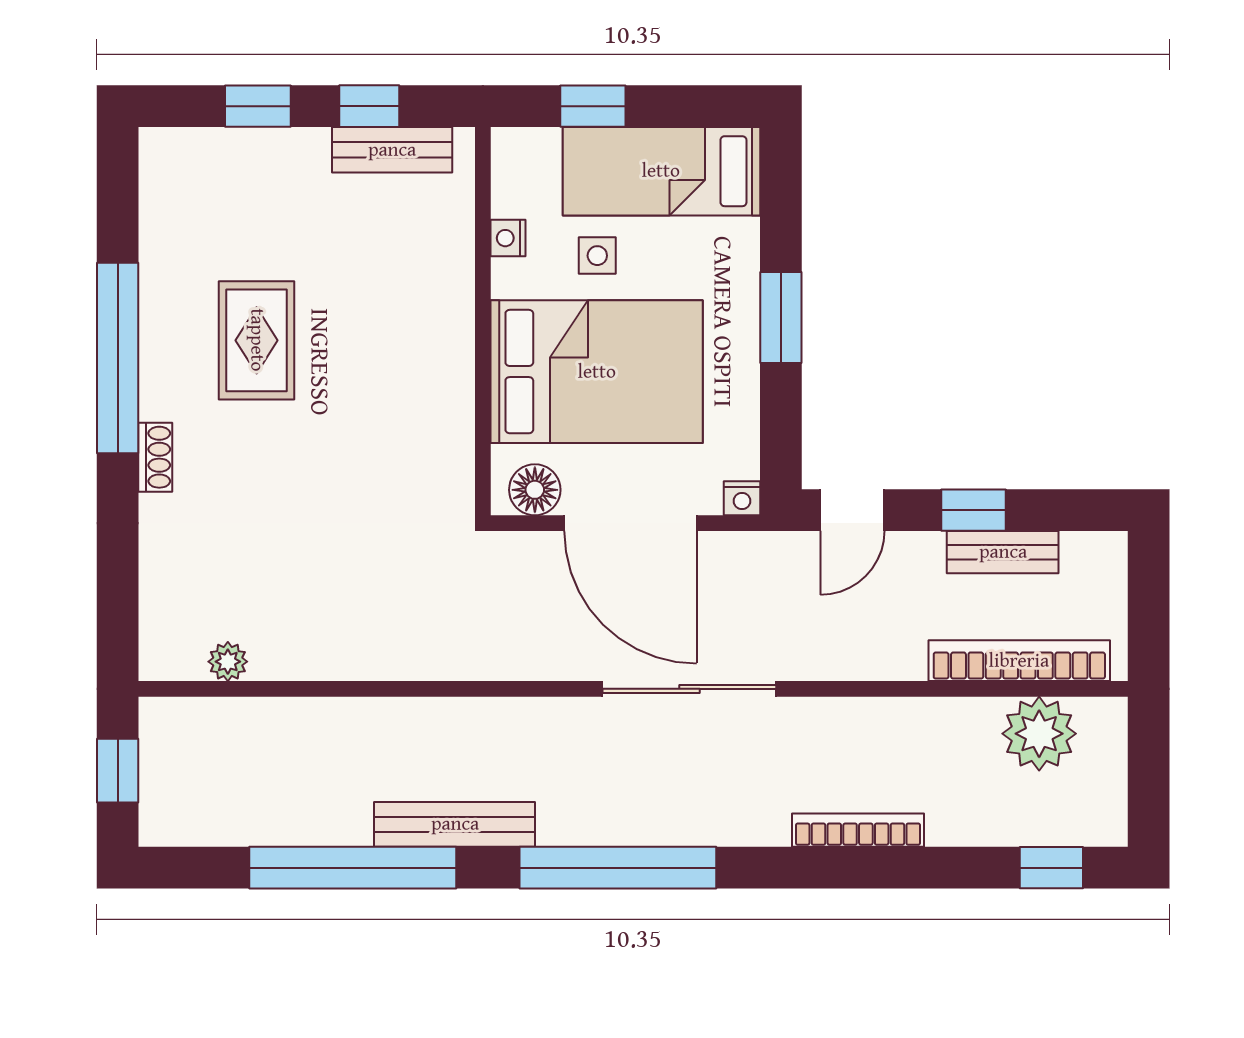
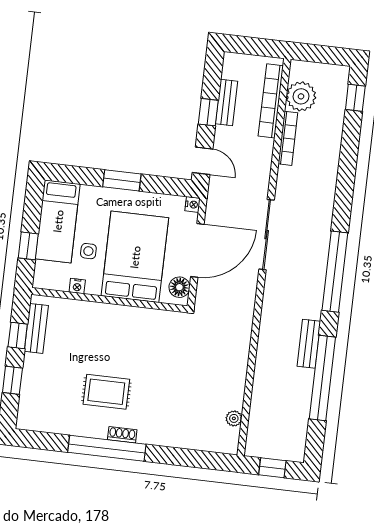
shoe rack: (155, 457) -> (122, 435), moved
bench: (455, 824) -> (309, 344), width x0.73
bookcase: (858, 830) -> (288, 138), moved, turned 180

